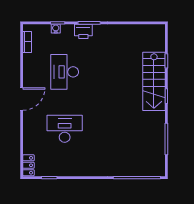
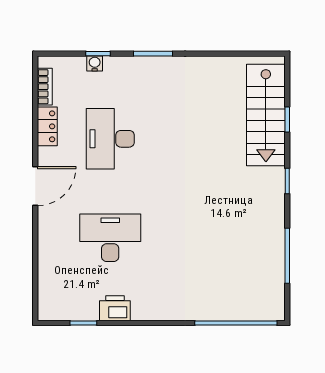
printer: (83, 31) -> (115, 308), moved, turned 180
stairs: (154, 81) -> (266, 115), moved
locker: (28, 165) -> (47, 126), moved

